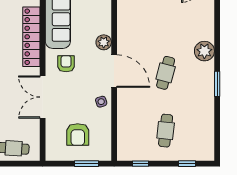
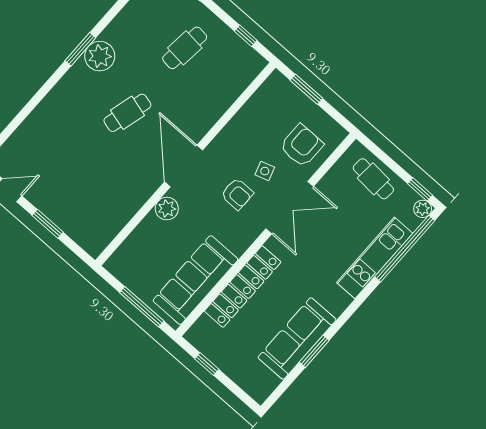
plant: (204, 51) -> (100, 56), moved
armchair: (66, 64) -> (237, 194), moved, turned -90
side table: (101, 102) -> (265, 171), moved
armchair: (78, 135) -> (302, 146), moved

